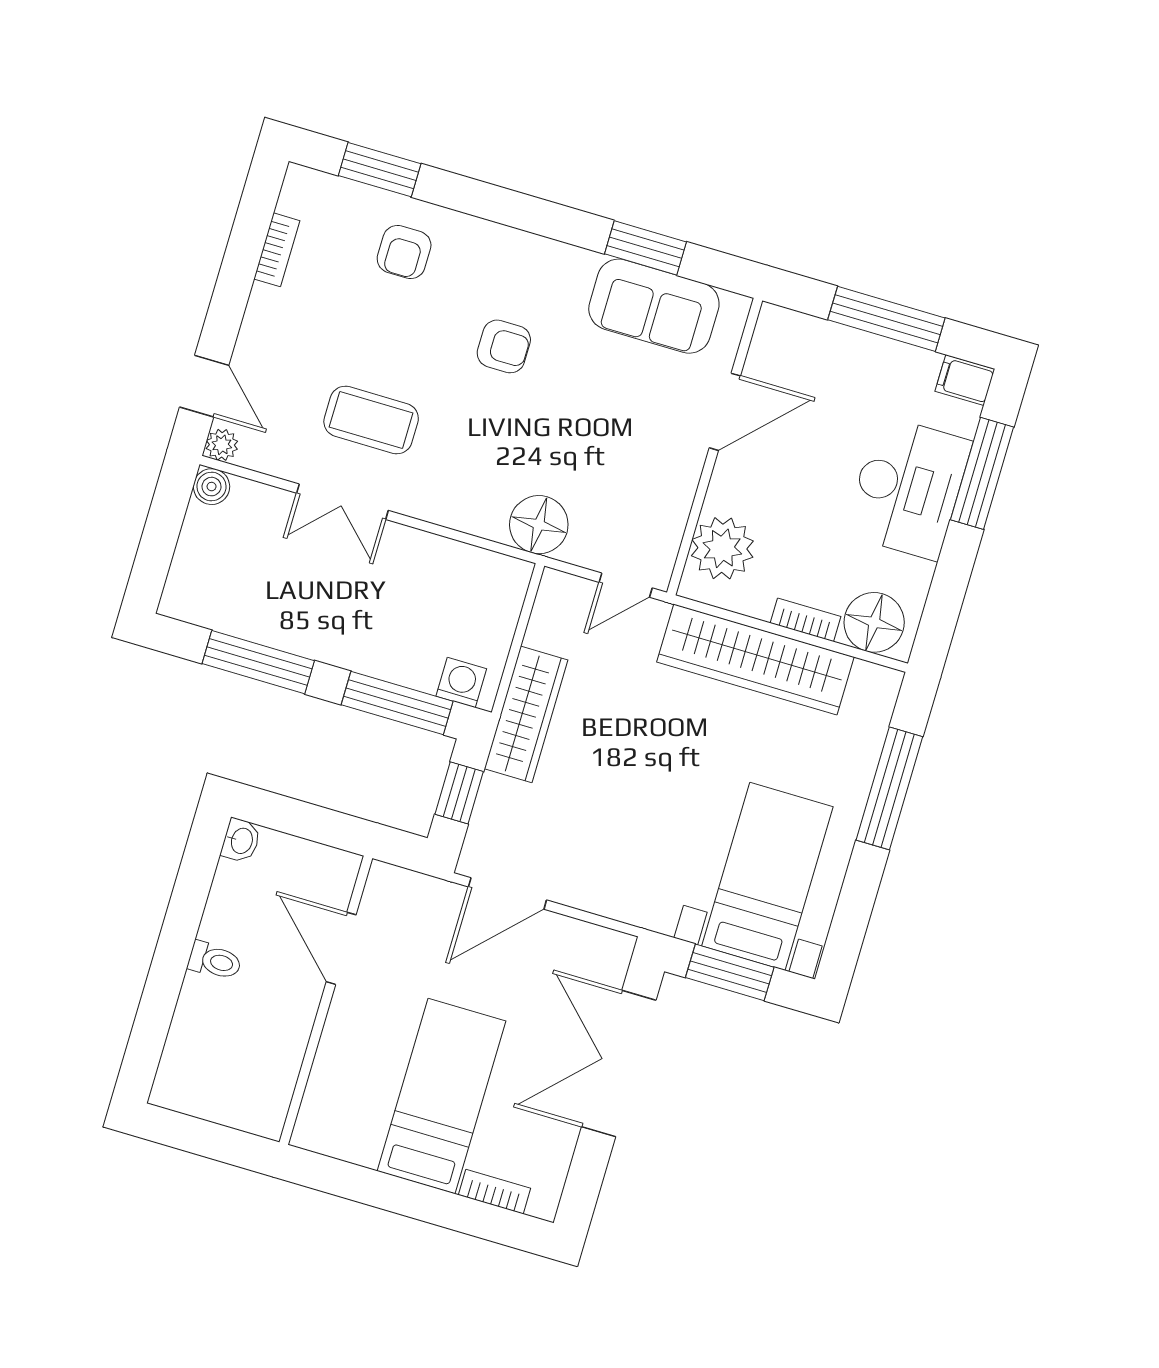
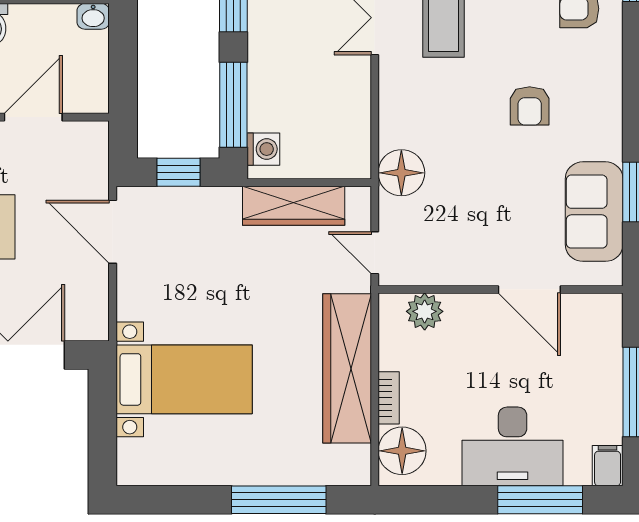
plant: (722, 548) -> (425, 311), width x0.73, depth x0.73
wardrobe: (526, 714) -> (294, 206), moved
bed with nightstands: (767, 876) -> (184, 379), moved
window: (730, 972) -> (102, 419), removed

